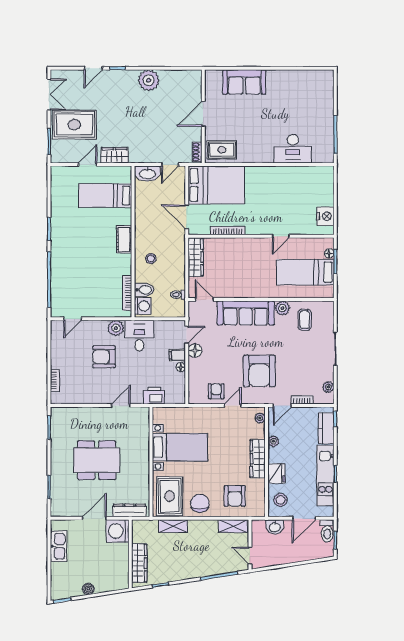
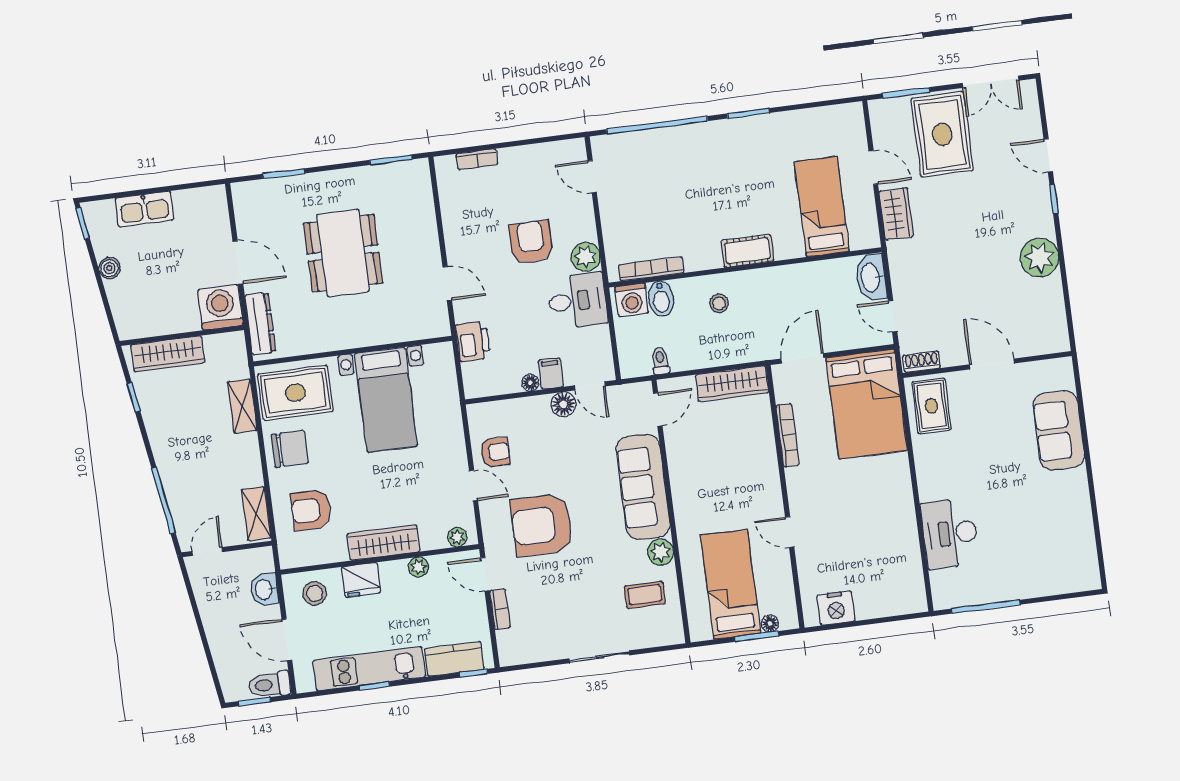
plant: (328, 387) -> (529, 653), removed
kitchen sink: (59, 546) -> (144, 209), moved

